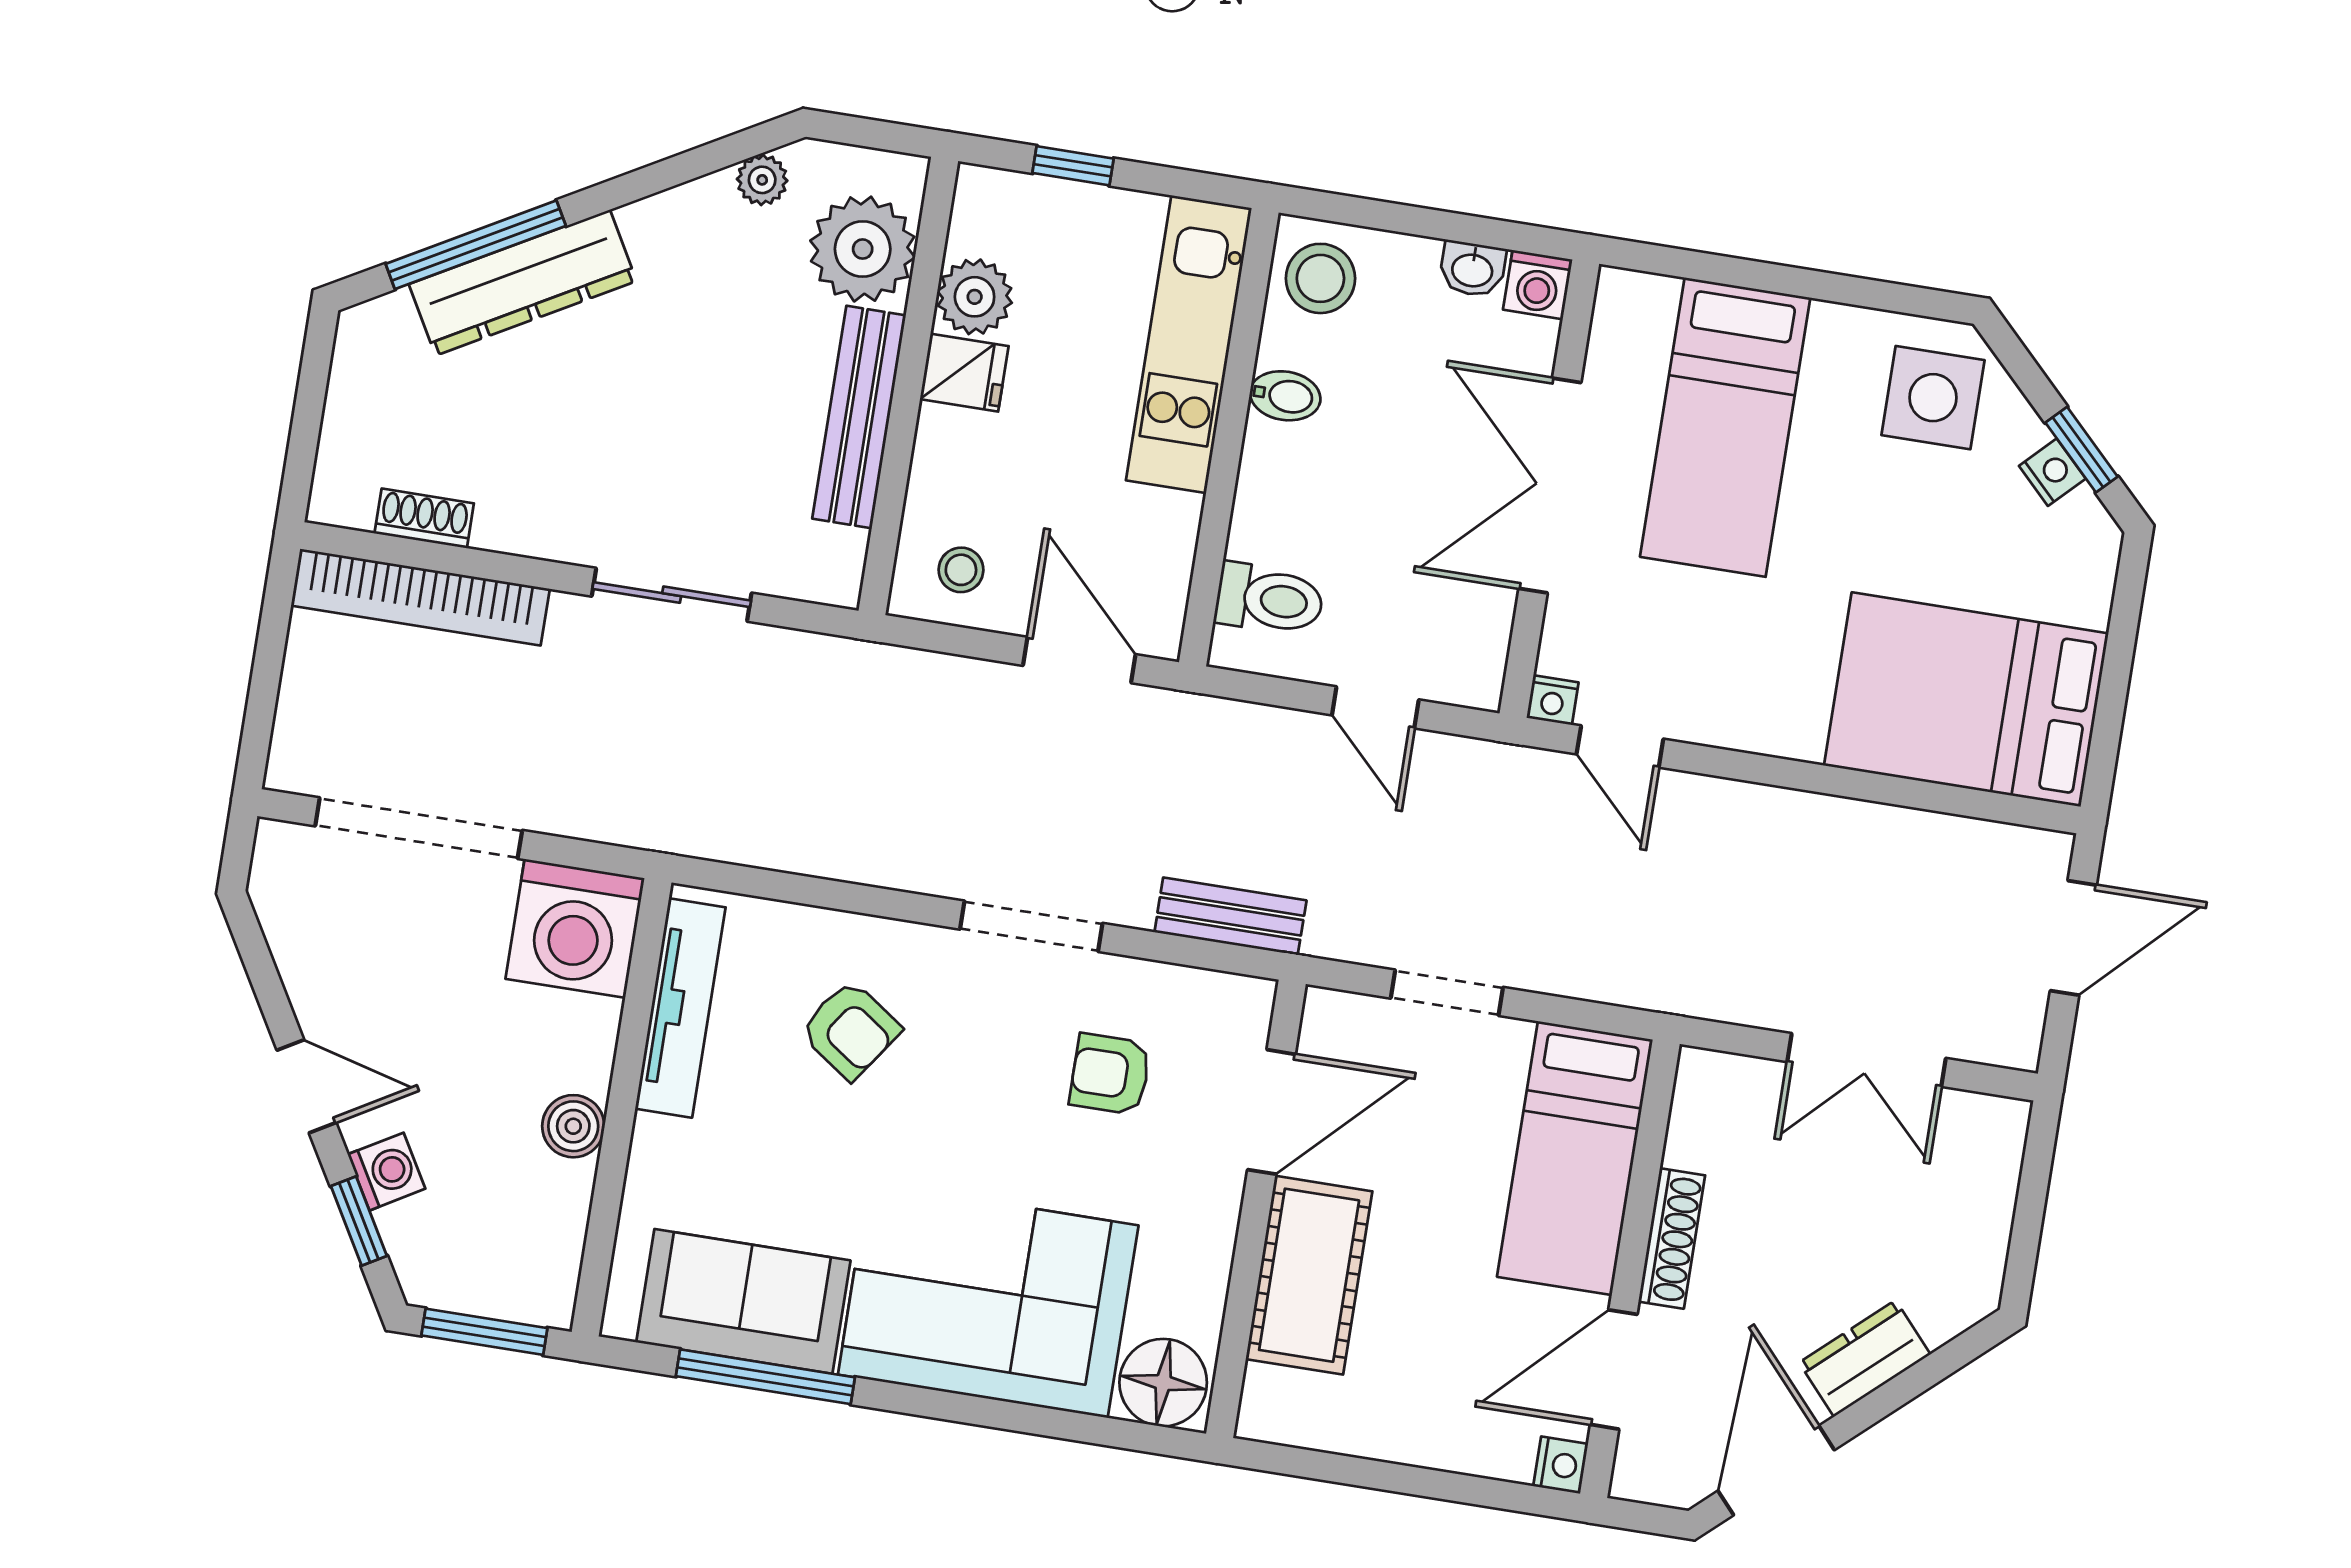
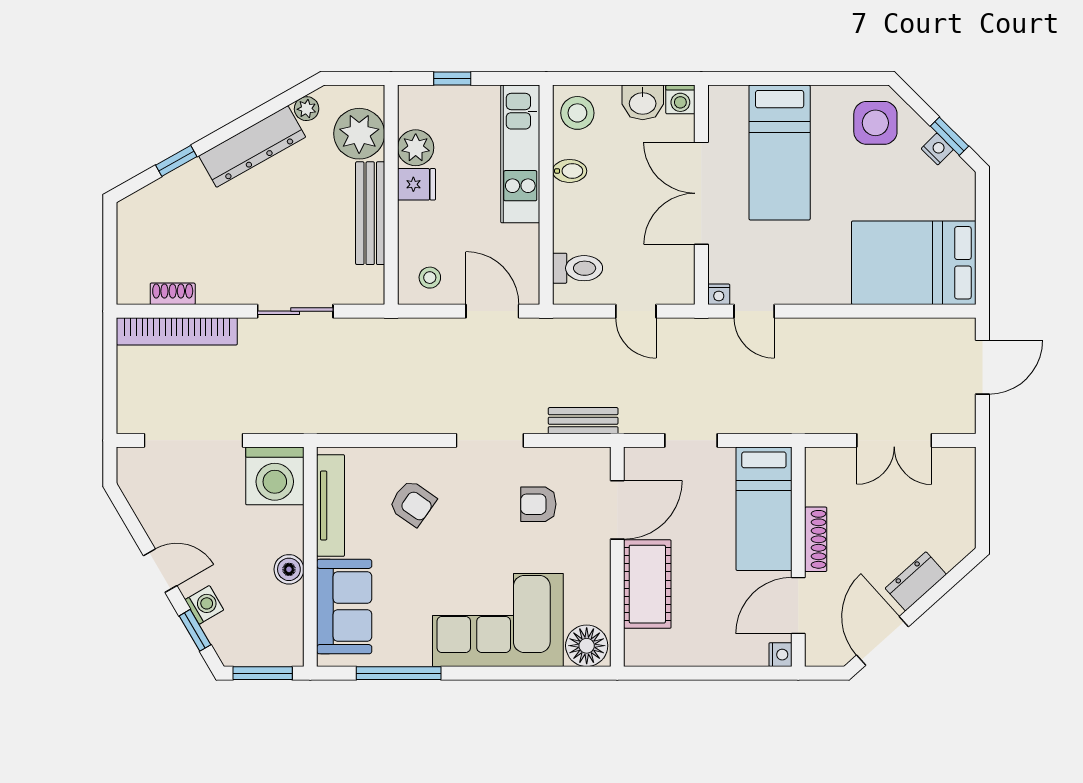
window: (476, 245) -> (176, 161), width x0.46
washbasin: (1472, 269) -> (643, 102), width x1.38, depth x1.45
dresser: (523, 283) -> (252, 146), moved
sofa: (743, 1301) -> (344, 606), moved, turned 90

